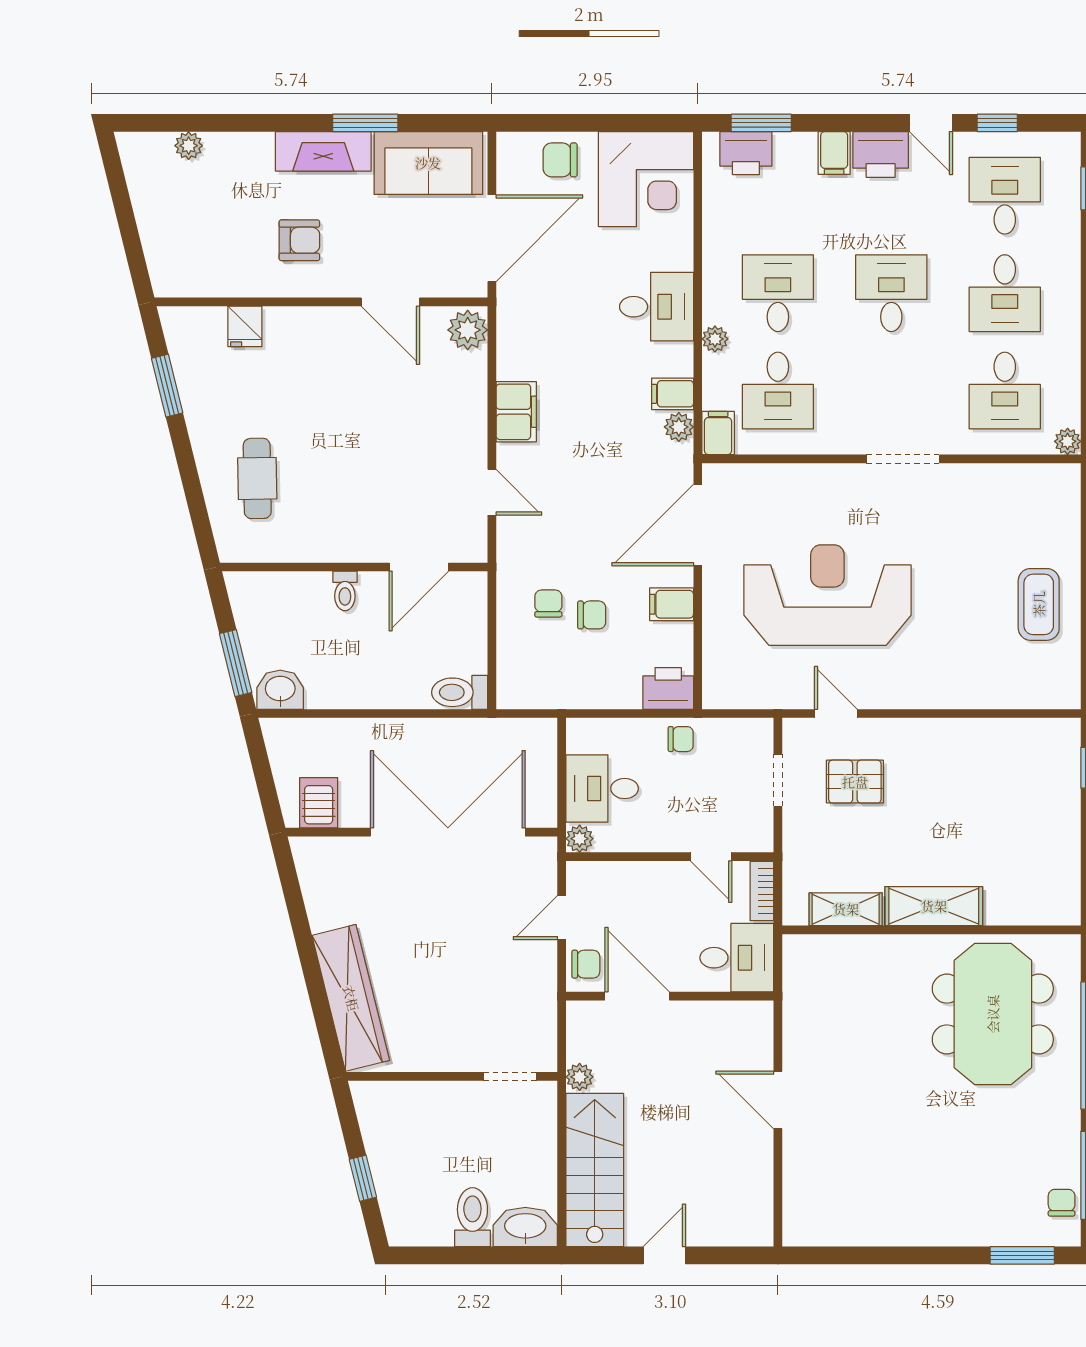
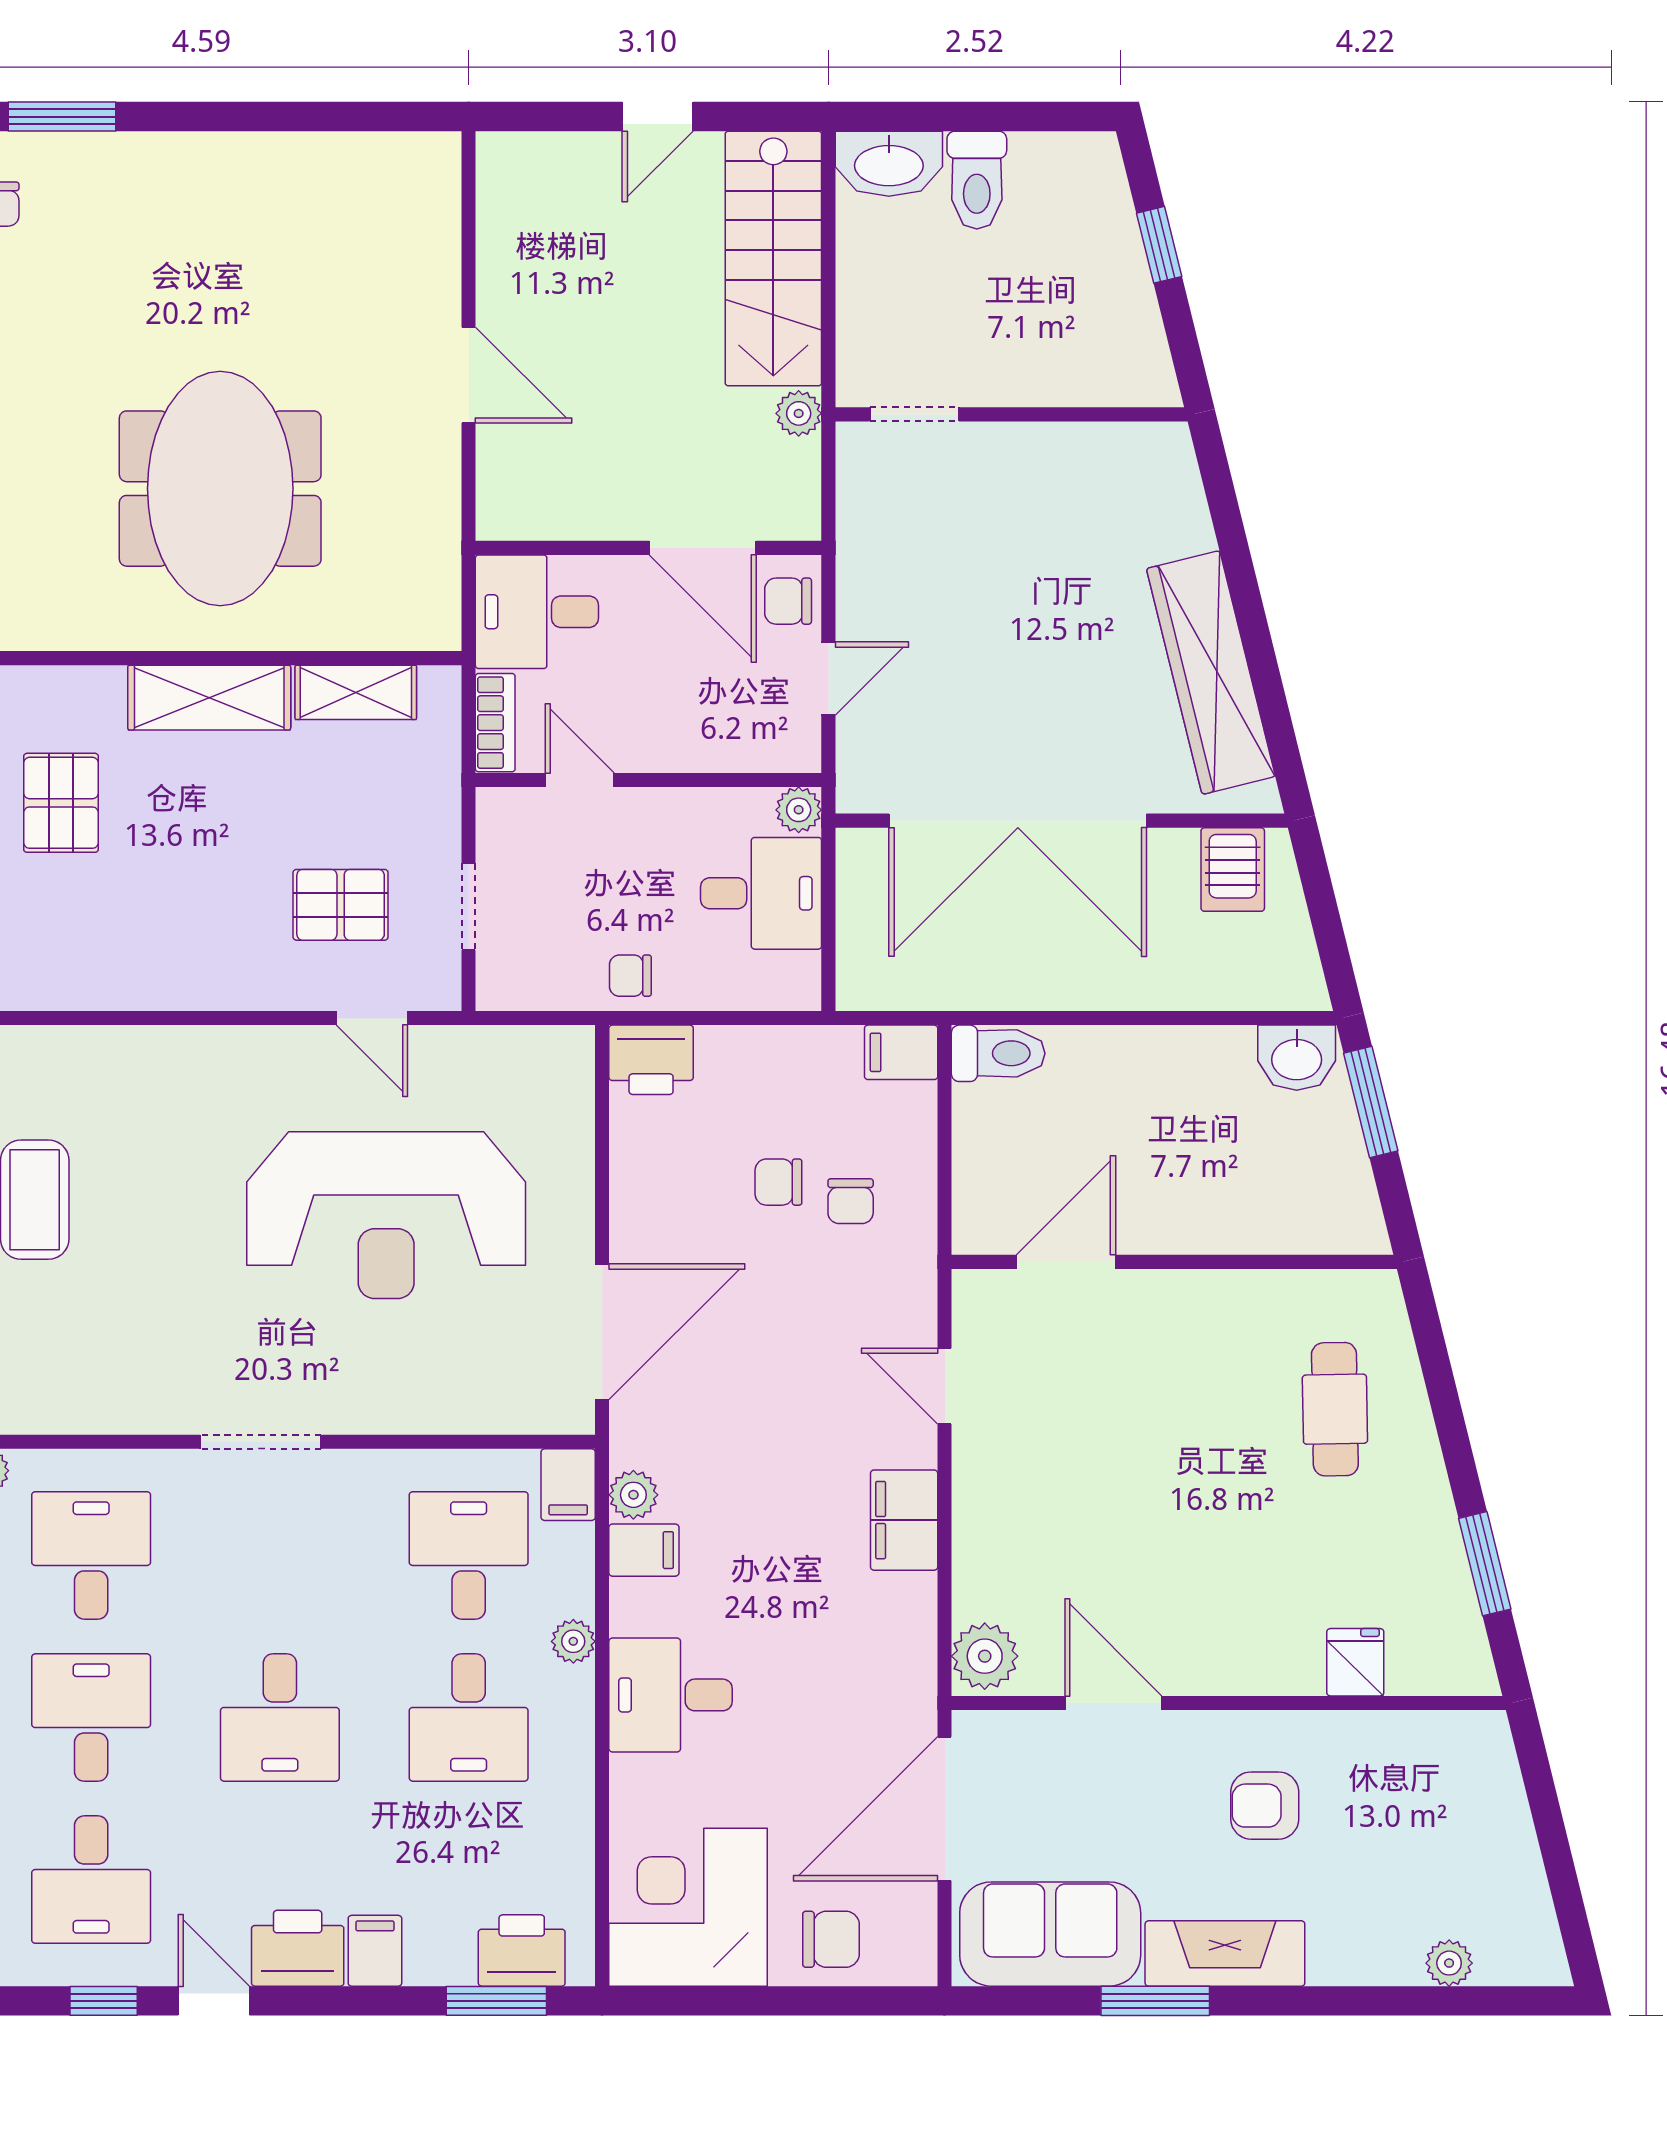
toilet: (345, 591) -> (1189, 1222), removed
filing cabinet: (672, 604) -> (901, 1052), moved, turned 180
pallet: (1023, 843) -> (61, 803), added
wardrobe: (351, 998) -> (1211, 672), moved
meeting table: (993, 1014) -> (220, 489), moved

